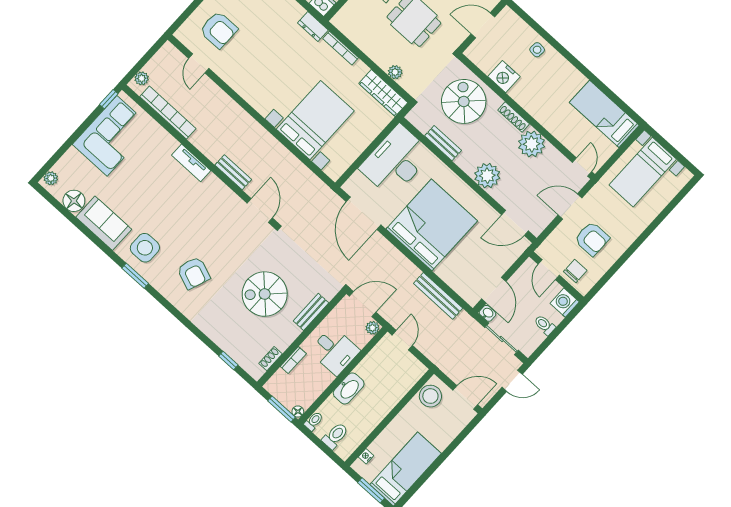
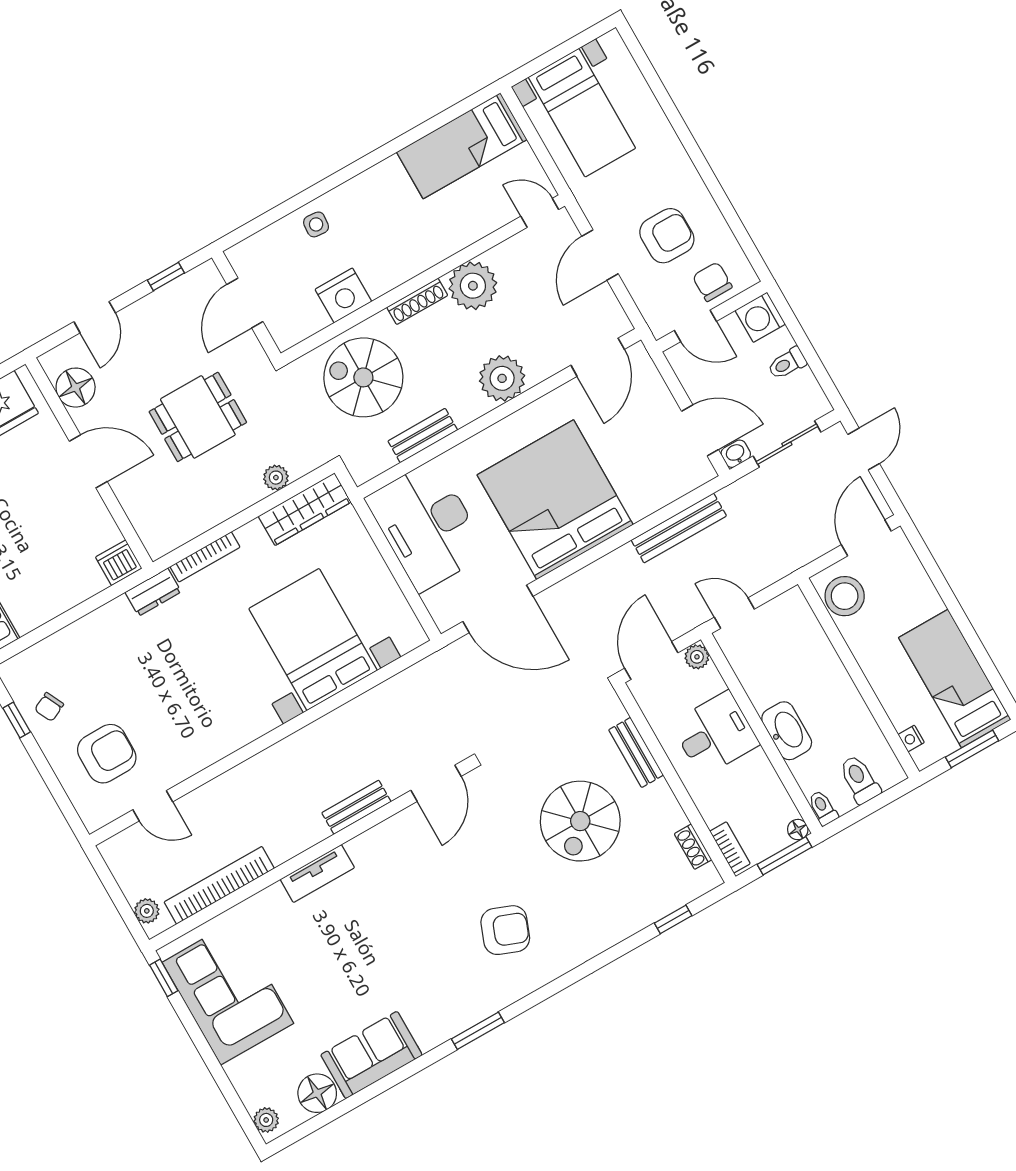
door: (260, 211) -> (436, 783), swing flipped
side table: (145, 248) -> (436, 999), removed
bookcase: (293, 360) -> (730, 847), moved

